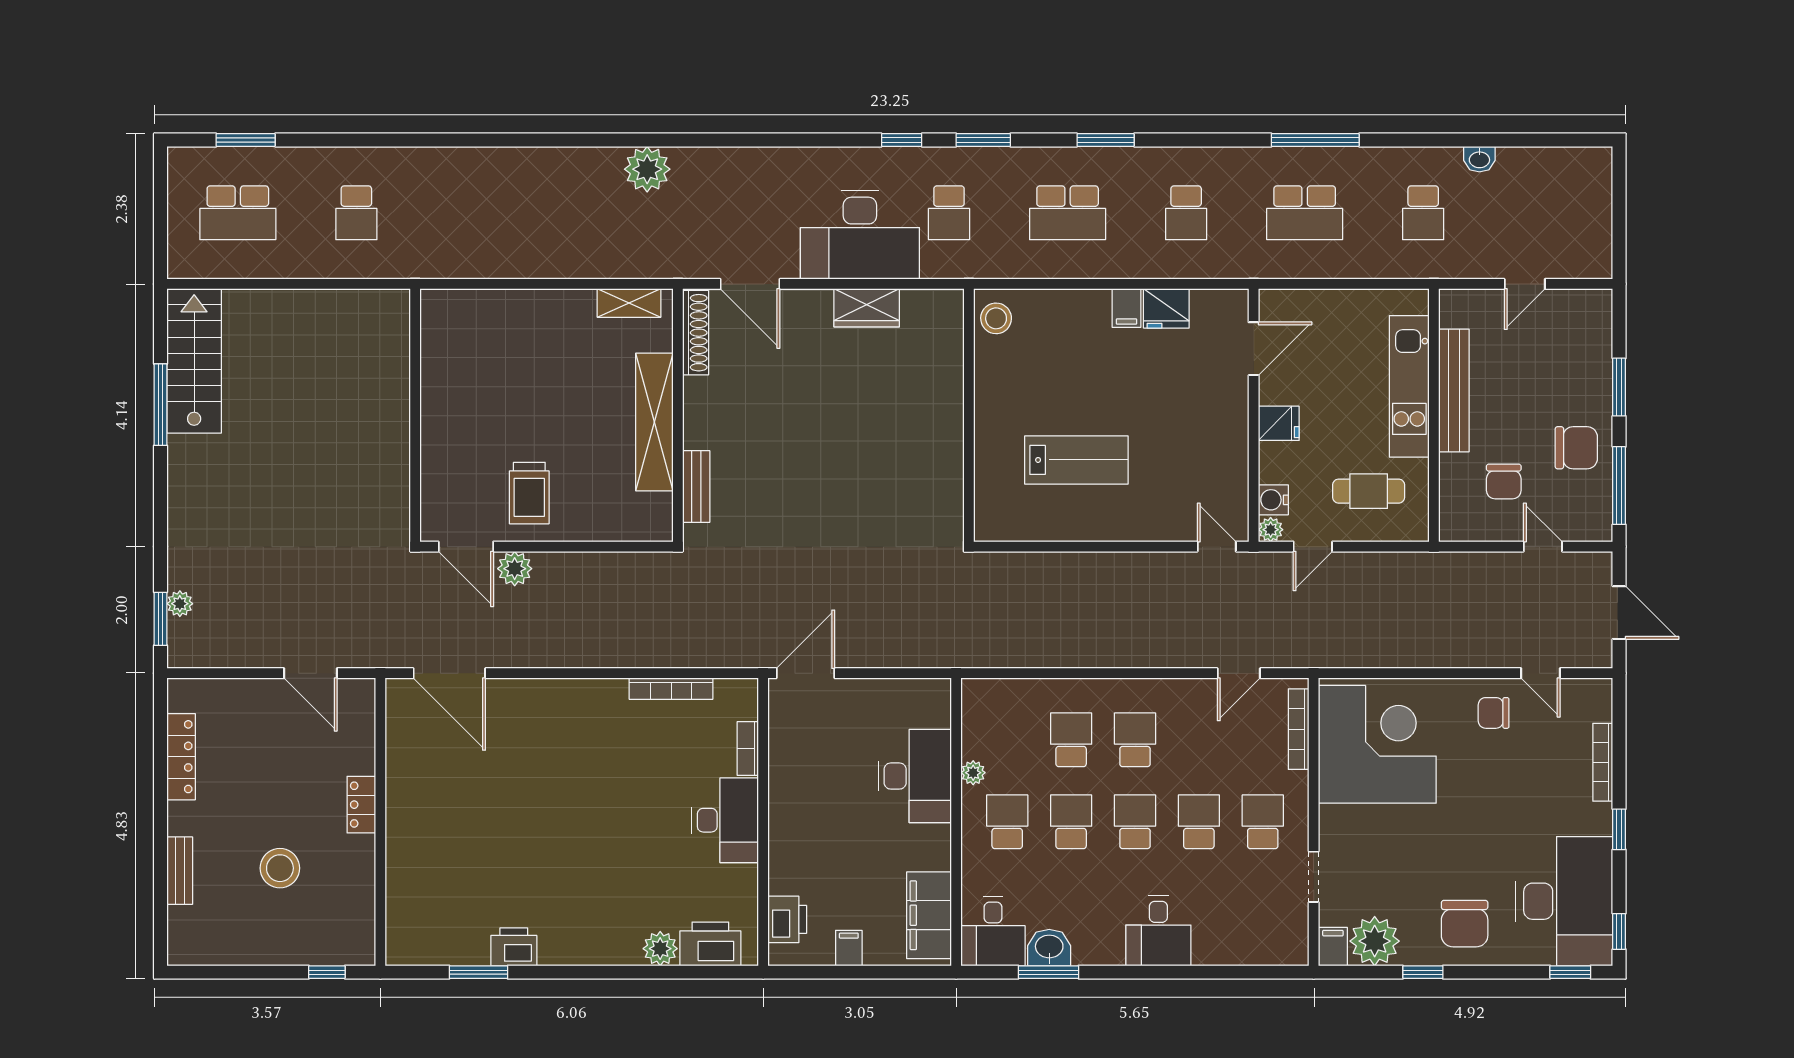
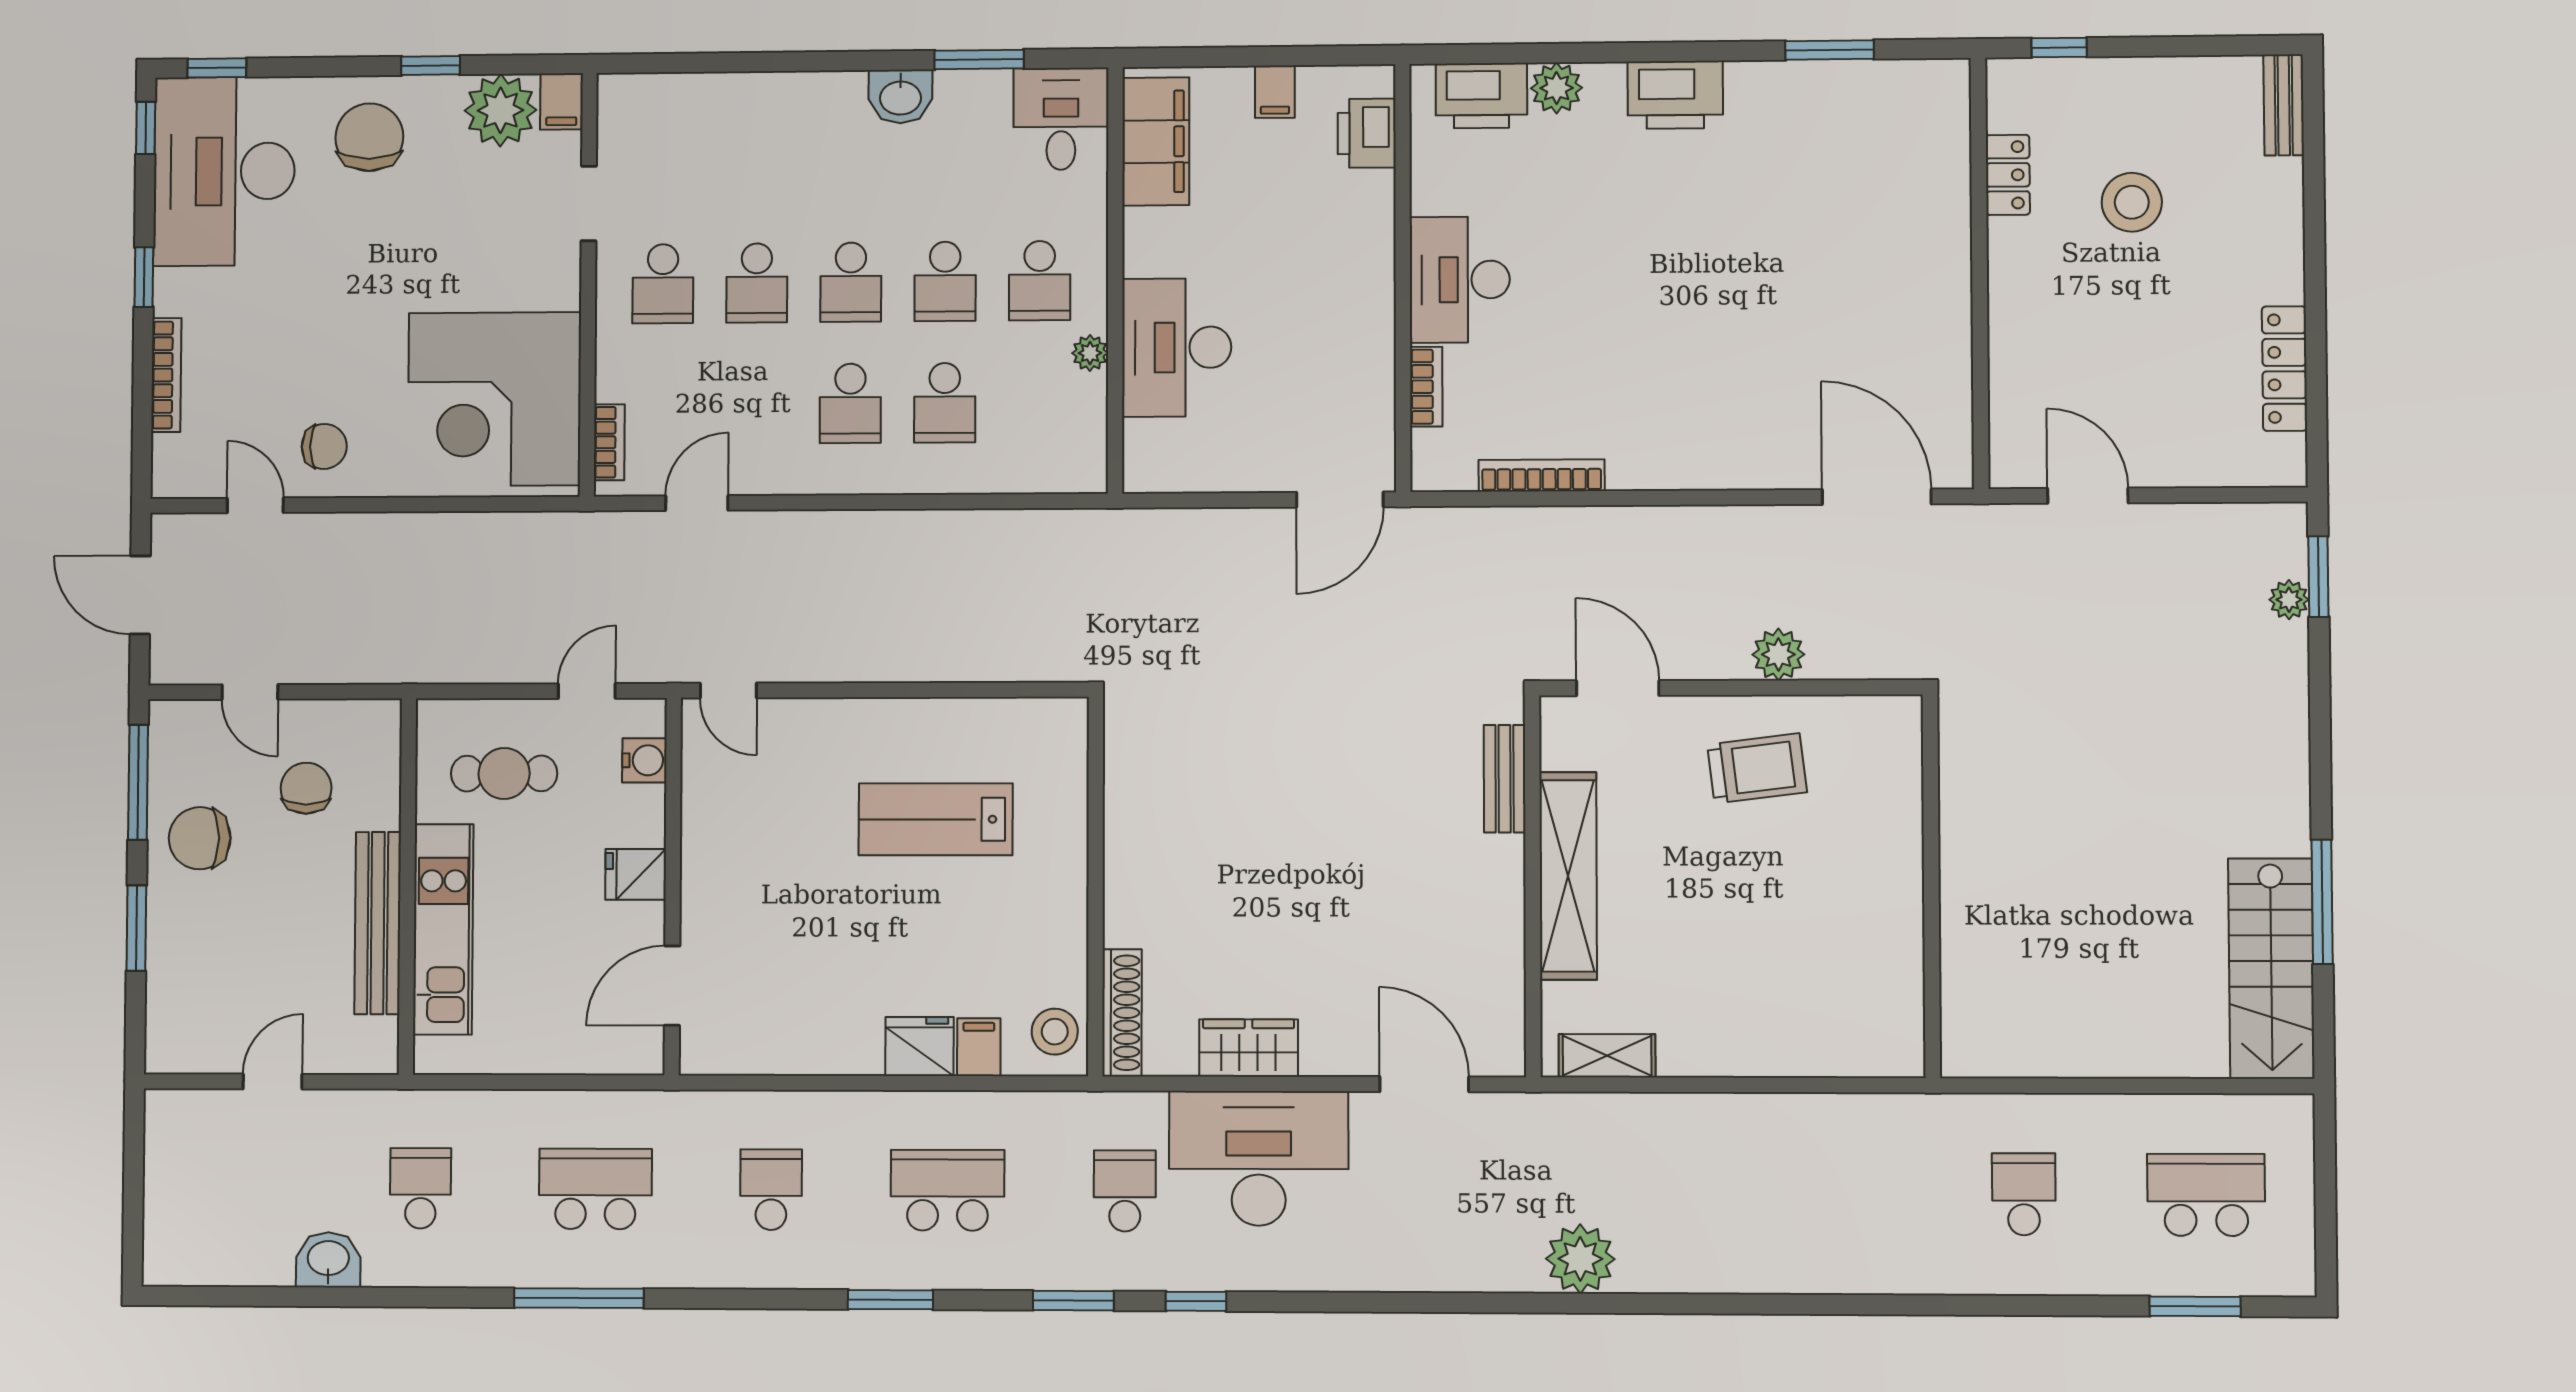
washbasin: (1479, 159) -> (328, 1260), width x1.38, depth x1.45
filing cabinet: (1127, 308) -> (979, 1047), moved
fridge: (1166, 308) -> (919, 1046), moved
shoe rack: (696, 333) -> (1122, 1013), moved, turned 180
trolley: (529, 493) -> (1757, 768), turned 83
plant: (1271, 530) -> (649, 716), removed
door: (466, 547) -> (1618, 688), moved
bookcase: (1299, 729) -> (609, 442), width x0.64
locker: (361, 805) -> (2008, 175), moved
bench: (180, 871) -> (2284, 105), moved
desk: (1158, 931) -> (817, 122), removed
printer: (514, 947) -> (1675, 95), moved, width x1.37, depth x1.19
washbasin: (1049, 948) -> (900, 96), moved

